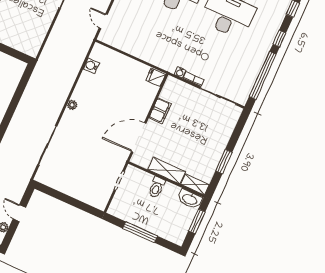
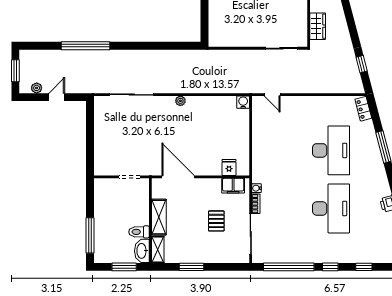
door: (103, 21) -> (272, 95), swing flipped
water cooler: (91, 66) -> (243, 102), moved
fridge: (156, 78) -> (229, 167), moved
filing cabinet: (160, 111) -> (233, 186), moved
pallet: (193, 121) -> (216, 221), added
toilet: (157, 187) -> (139, 232), moved
window: (140, 232) -> (90, 235), moved

